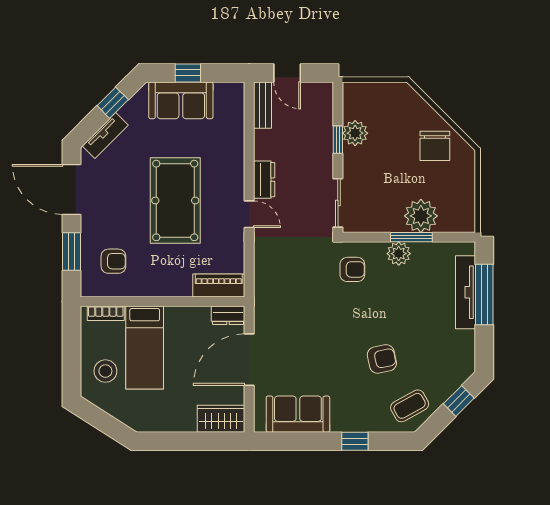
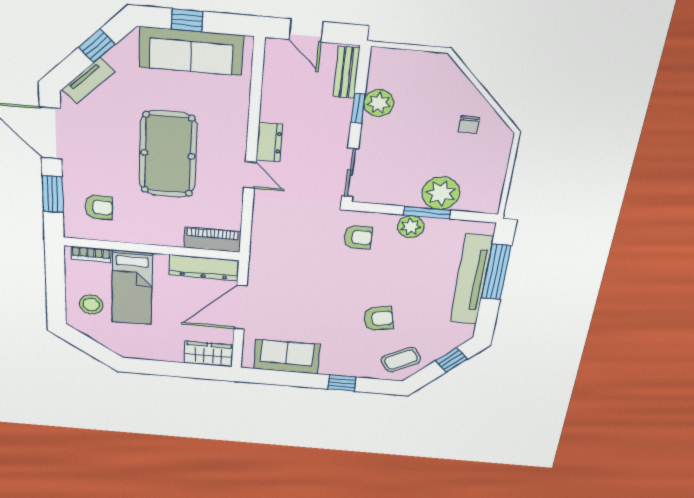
sofa: (181, 100) -> (191, 51), width x1.36
bench: (262, 105) -> (346, 72), moved
chair: (435, 146) -> (469, 125), width x0.54, depth x0.54
tv unit: (466, 292) -> (471, 280), width x1.36, depth x1.29
dresser: (228, 315) -> (204, 268), width x1.96, depth x1.24

